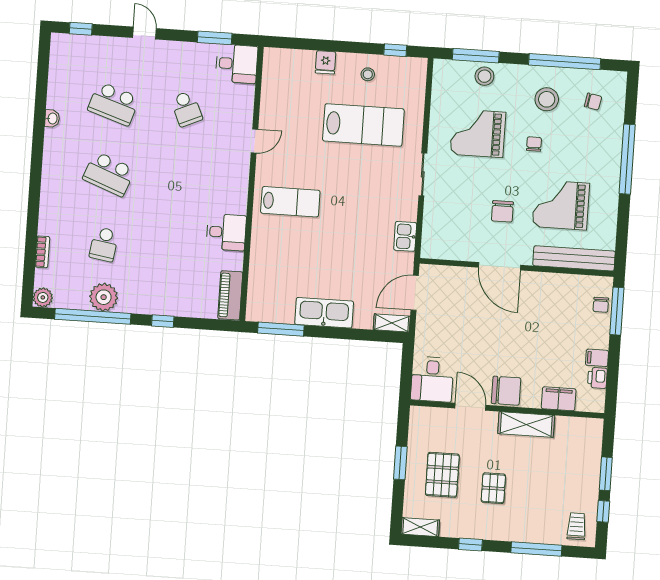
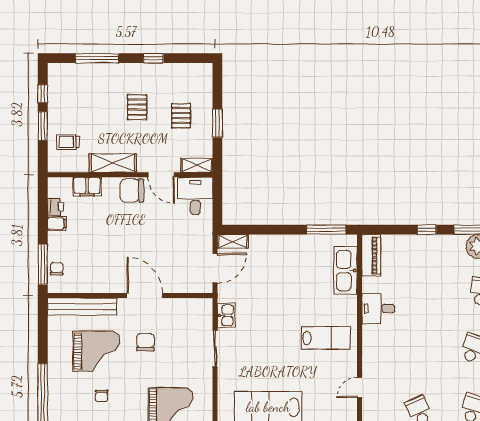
chair: (534, 144) -> (102, 396), moved
sliding door: (423, 174) -> (215, 349), moved
lab bench: (290, 202) -> (326, 338), turned 180
kitchen sink: (324, 313) -> (345, 270), moved, turned 90
pallet: (442, 475) -> (181, 116), width x0.67, depth x0.71
trolley: (577, 526) -> (68, 142), moved, turned 90
shelving: (420, 527) -> (197, 165), moved

